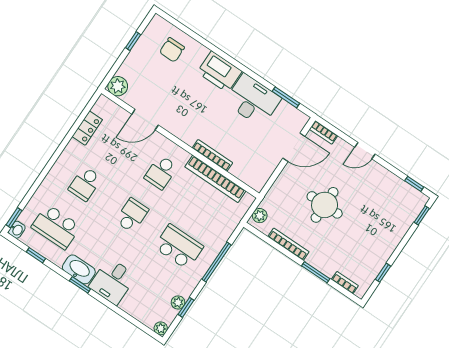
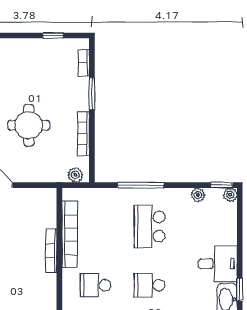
school desk: (161, 172) -> (96, 285), turned 180
window: (186, 307) -> (222, 185), moved

